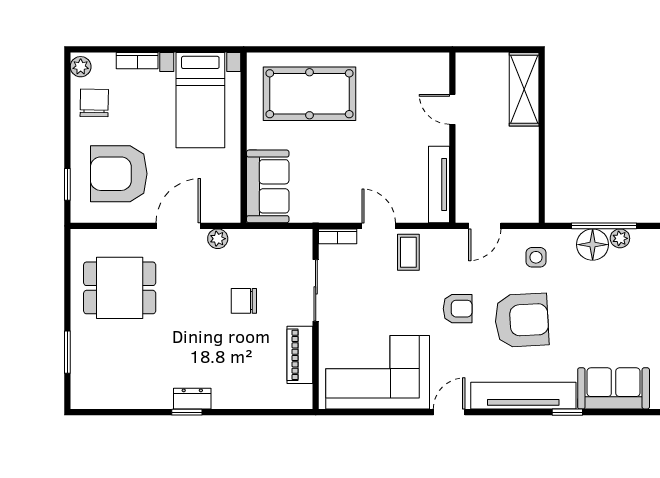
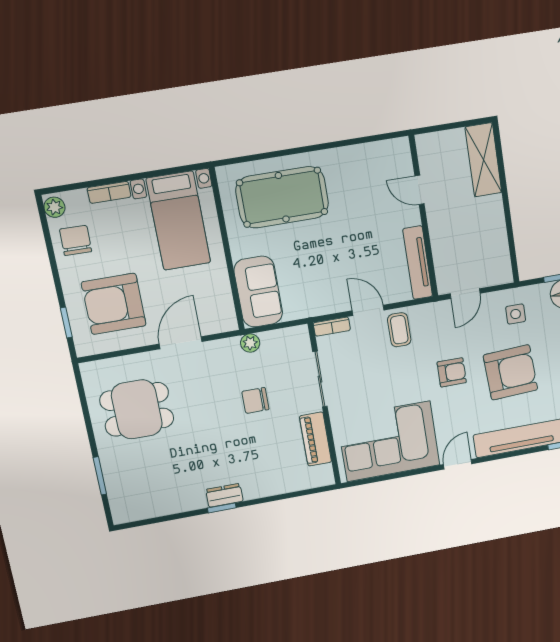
plant: (218, 239) -> (250, 343), moved

